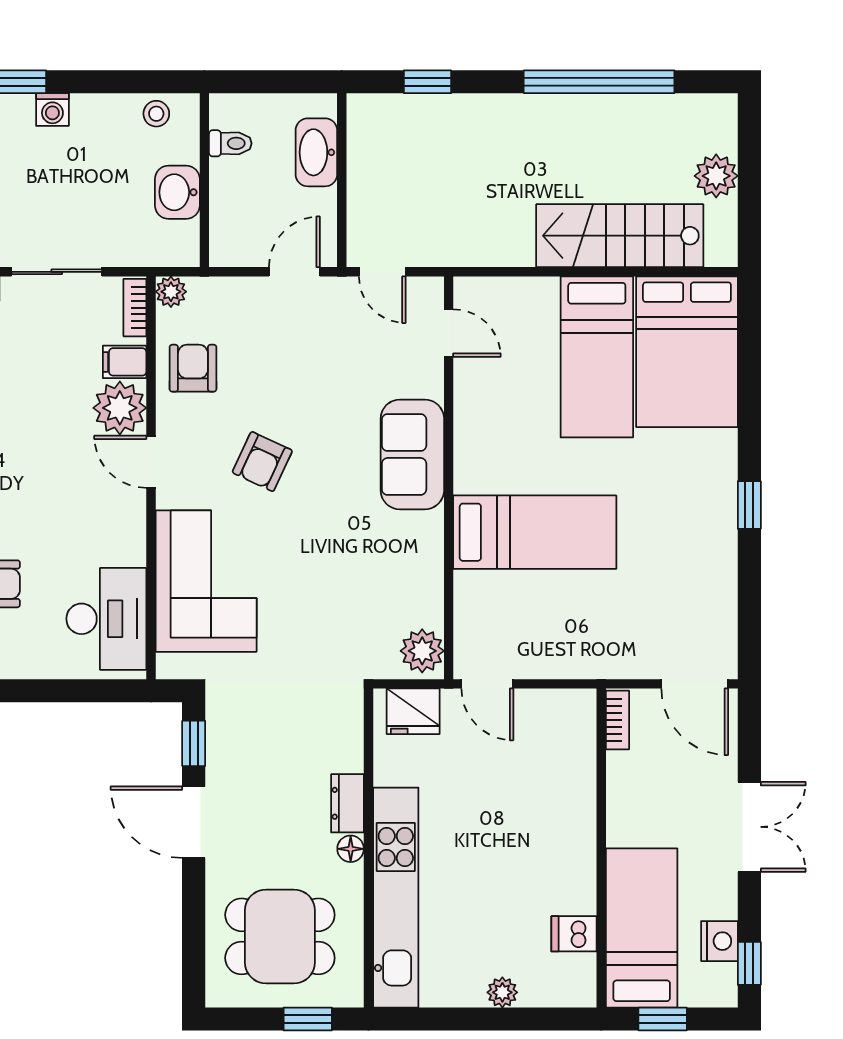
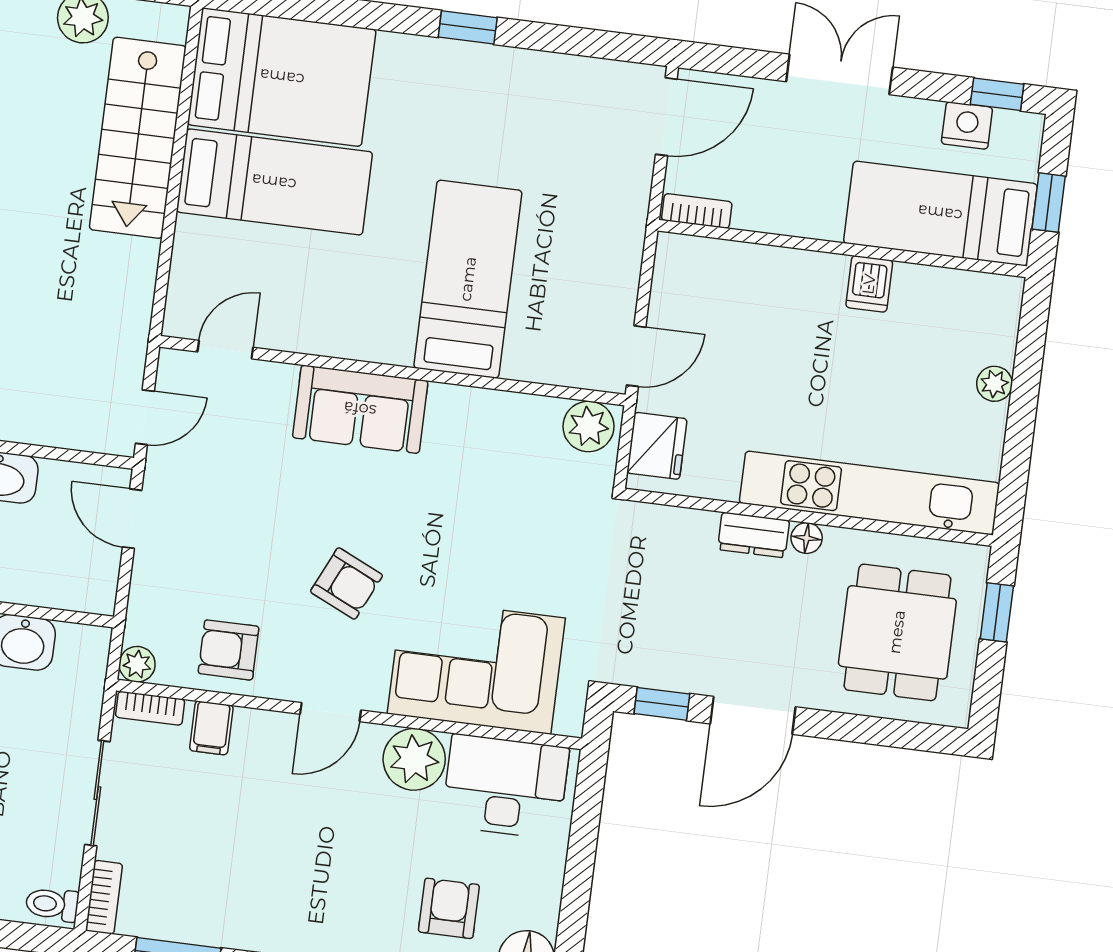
plant: (120, 408) -> (414, 759), moved
dishwasher: (574, 934) -> (869, 284), moved

